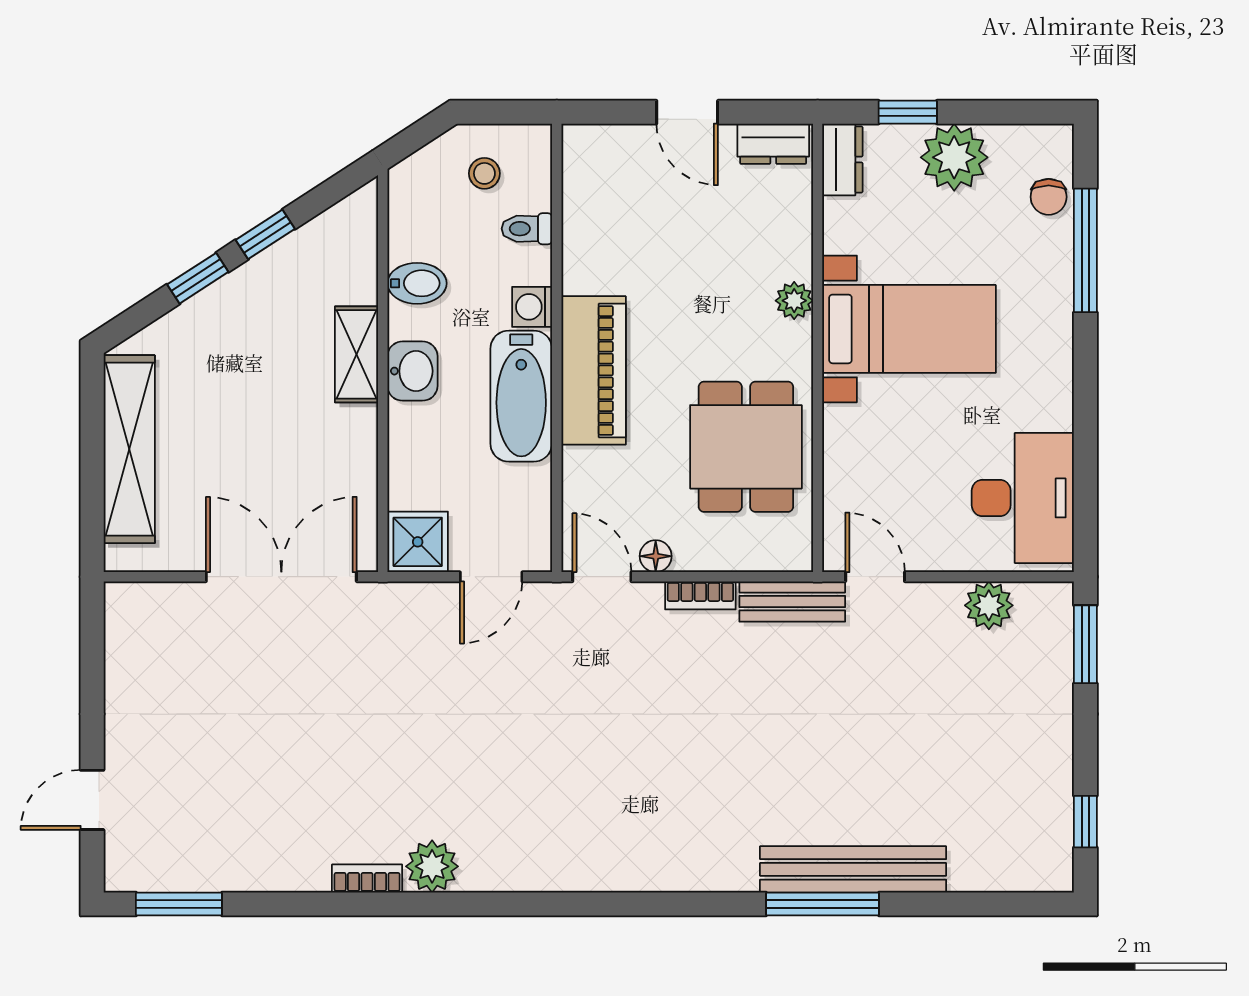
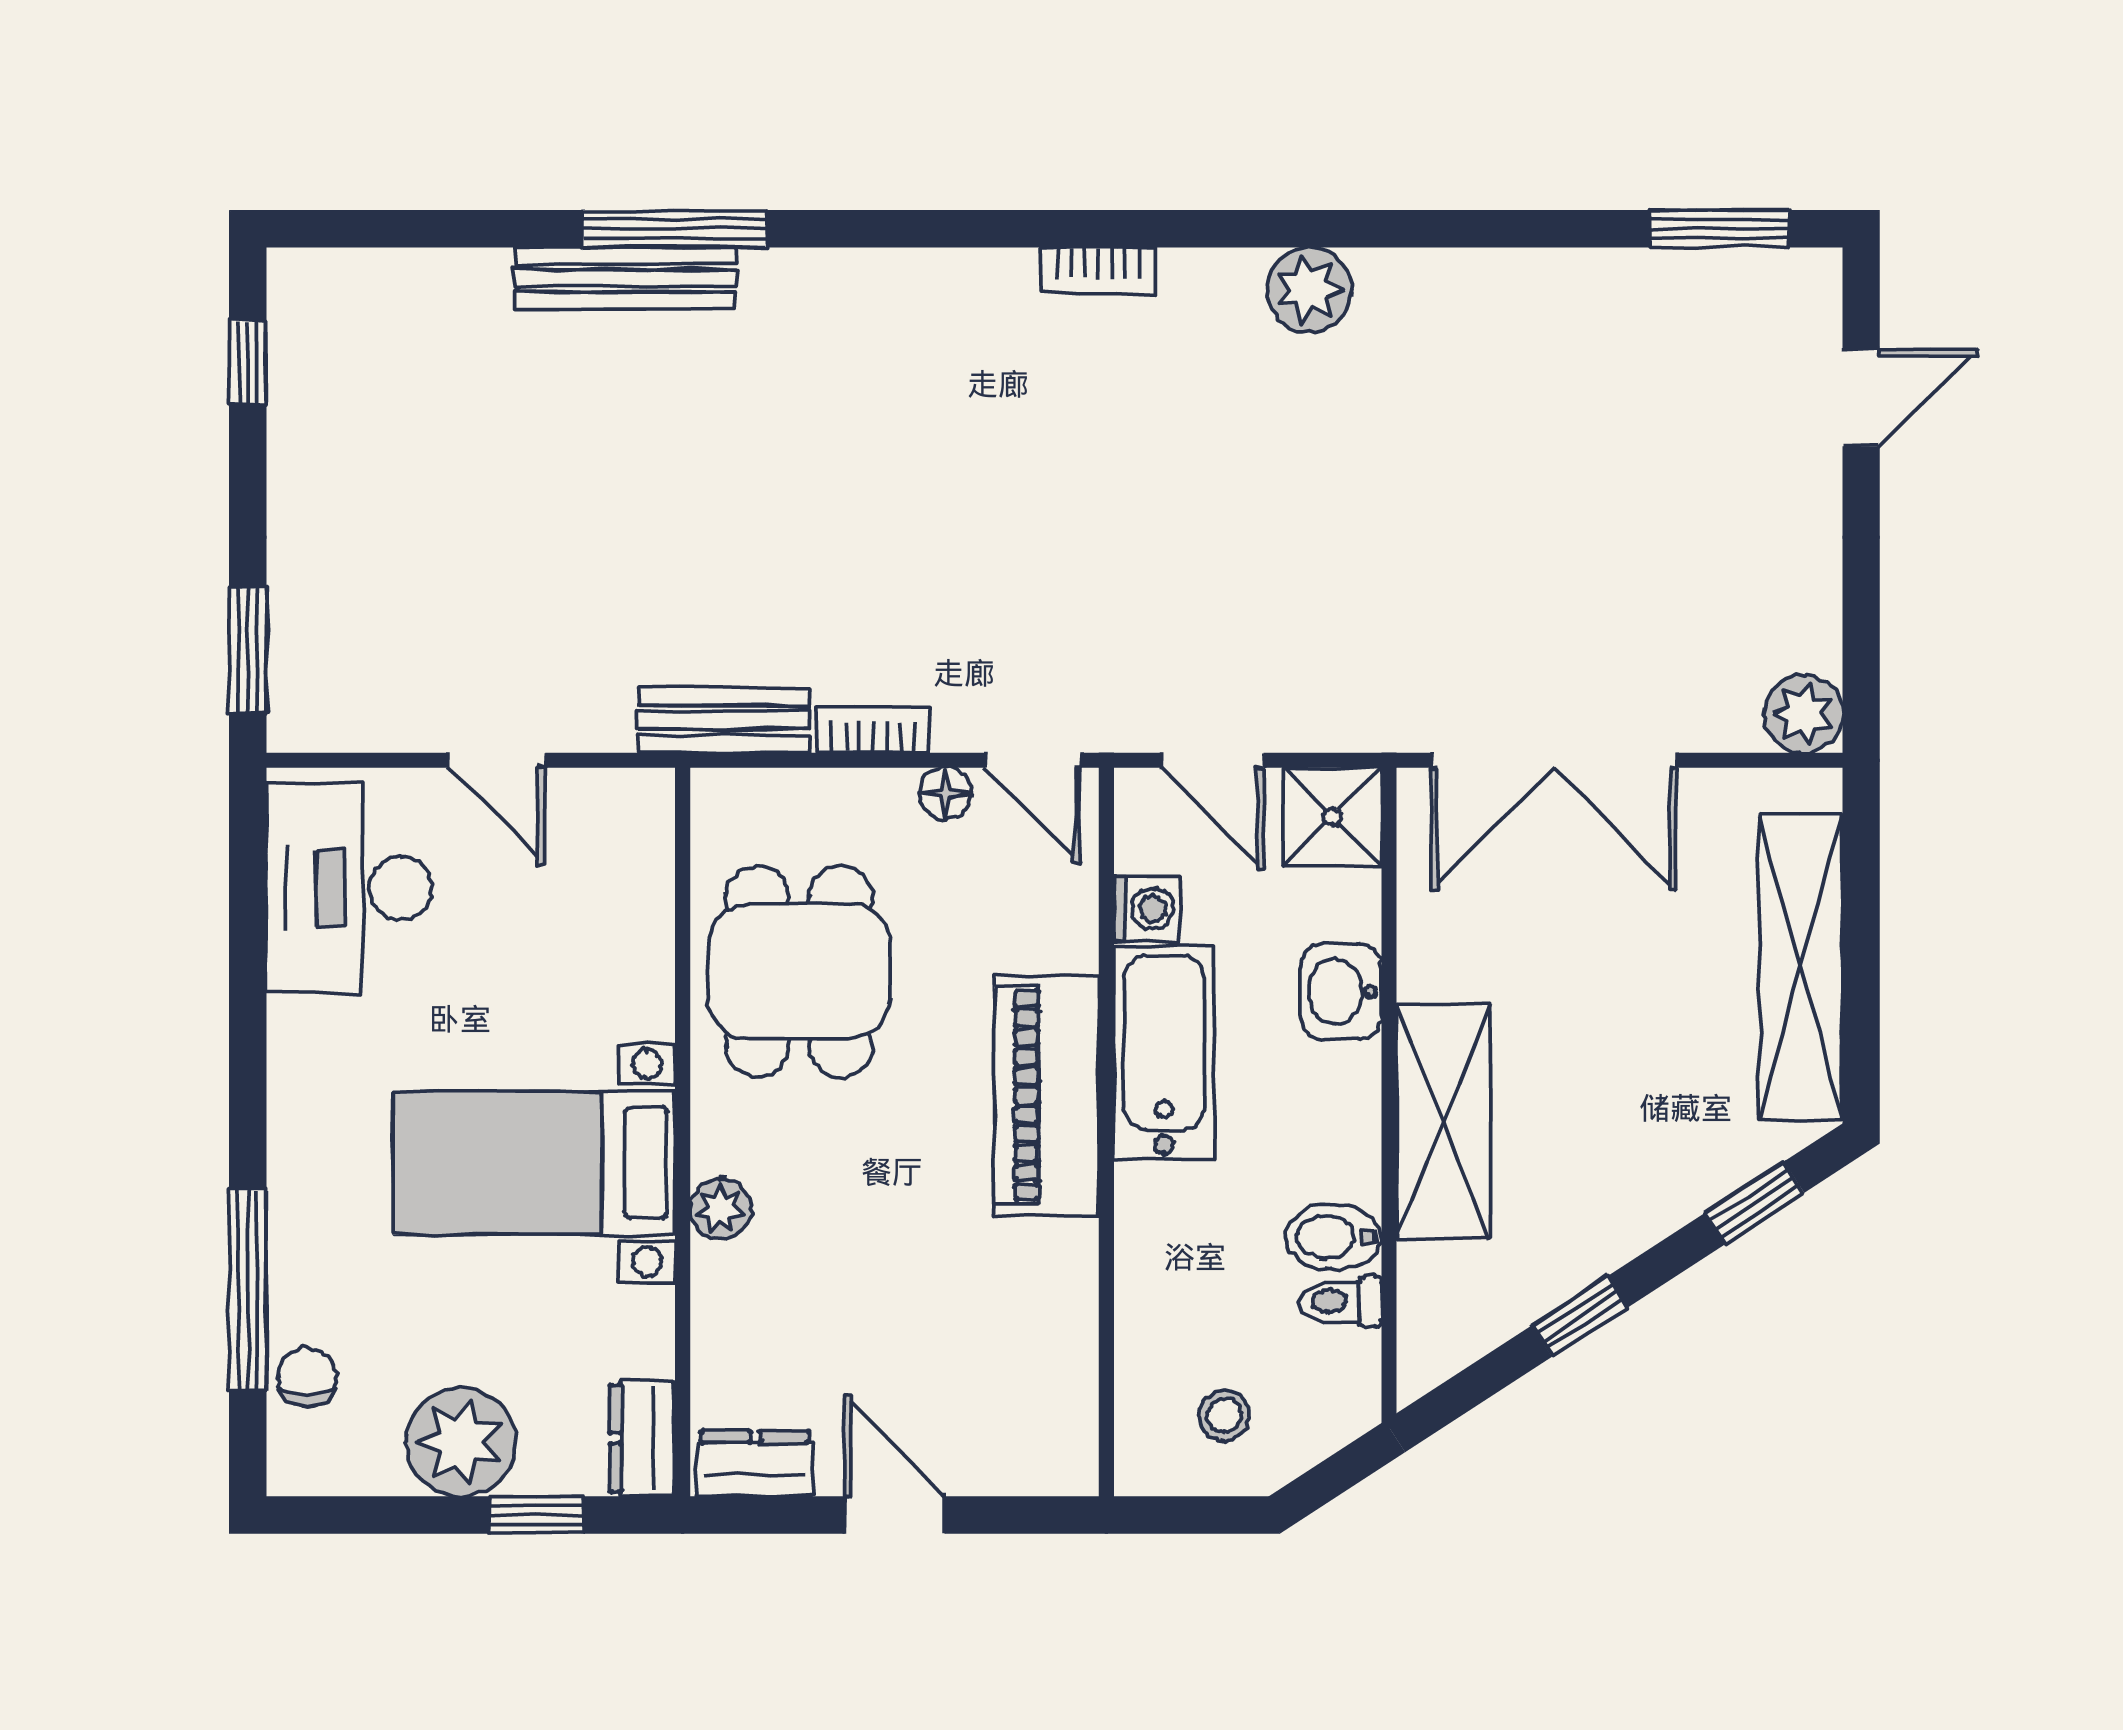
toilet: (527, 229) -> (1340, 1301), moved, turned 180
window: (198, 278) -> (1754, 1203), moved
washing machine: (532, 307) -> (1146, 909), moved
shelving: (357, 354) -> (1443, 1121), width x1.50, depth x1.33
washbasin: (412, 371) -> (1341, 991), moved
door: (491, 577) -> (1213, 760), swing flipped
door: (875, 577) -> (497, 760), moved
plant: (989, 605) -> (1803, 714), moved
bench: (853, 869) -> (625, 278), width x0.73, depth x0.82
bookcase: (367, 878) -> (1098, 270), moved

